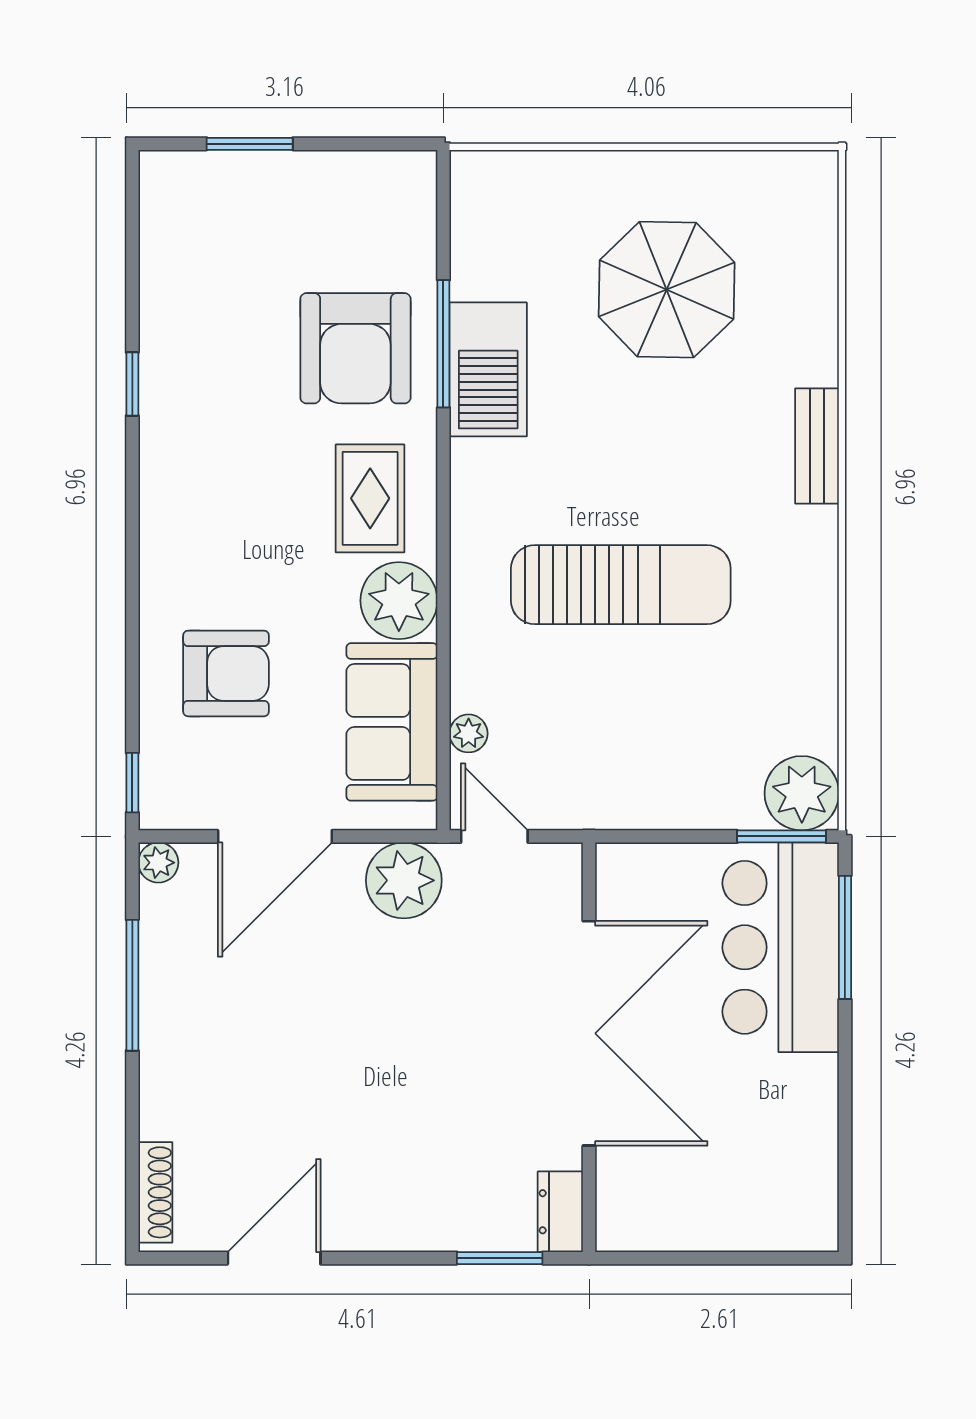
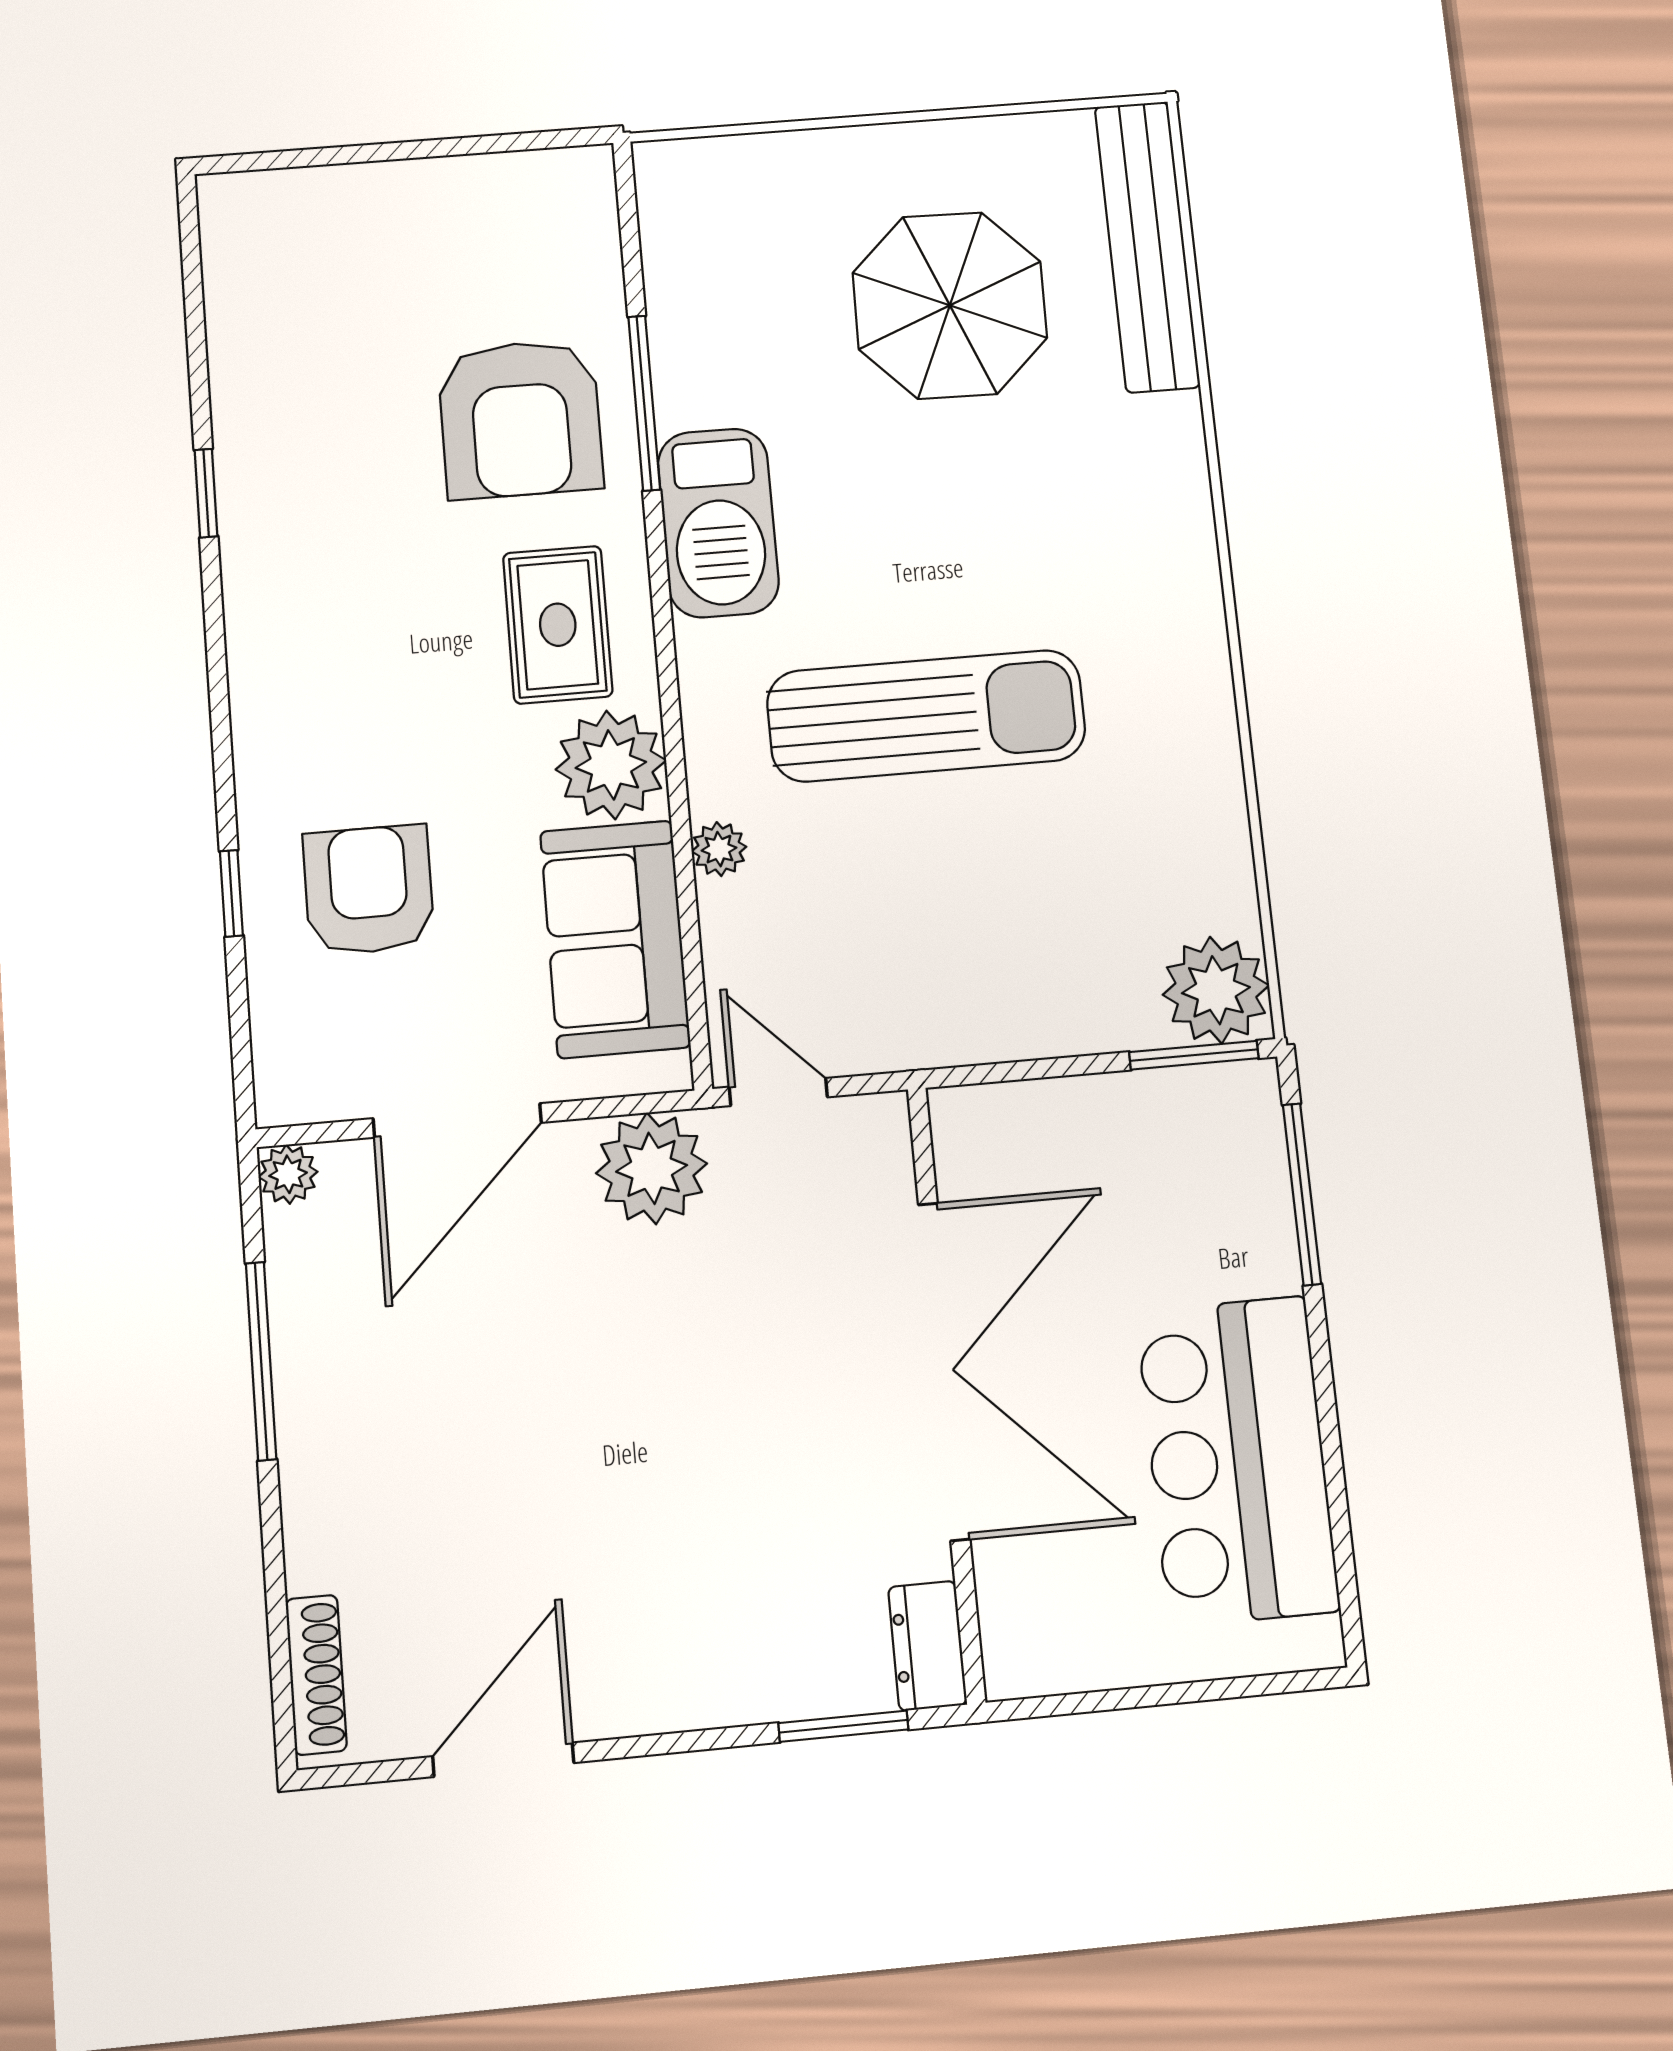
window: (250, 144) -> (350, 154), removed
barbecue: (488, 369) -> (718, 523), moved
bench: (817, 446) -> (1147, 246), moved, width x1.86, depth x1.21
armchair: (226, 673) -> (369, 890), turned -90
plant: (469, 733) -> (719, 849), moved
window: (132, 783) -> (231, 893), moved
bar counter: (781, 947) -> (1238, 1460), moved

